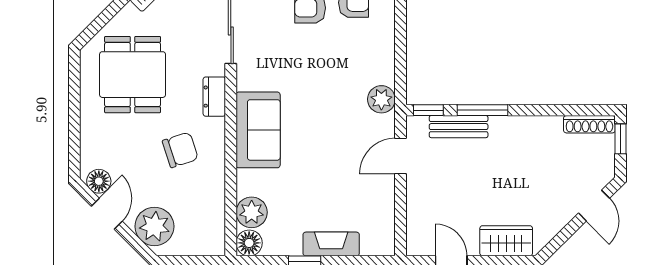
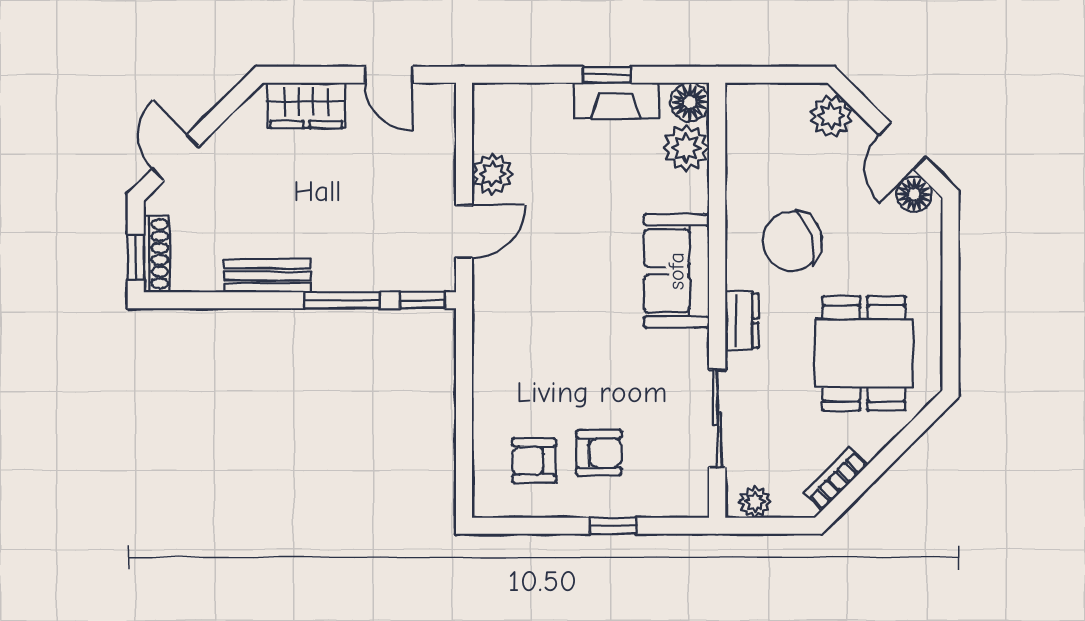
plant: (381, 99) -> (492, 174), moved
shoe rack: (589, 124) -> (157, 254), moved, turned 90
bench: (459, 127) -> (267, 276), moved
chair: (180, 150) -> (793, 241), width x1.37, depth x1.37
plant: (154, 226) -> (831, 116), width x0.73, depth x0.73
fireplace: (331, 244) -> (616, 101), moved

